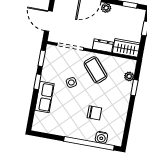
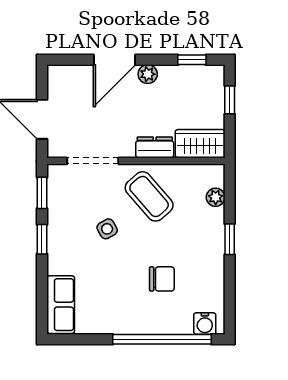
window: (134, 88) -> (230, 239), moved
row of seats: (44, 97) -> (61, 305), moved
water cooler: (101, 137) -> (205, 324), moved

